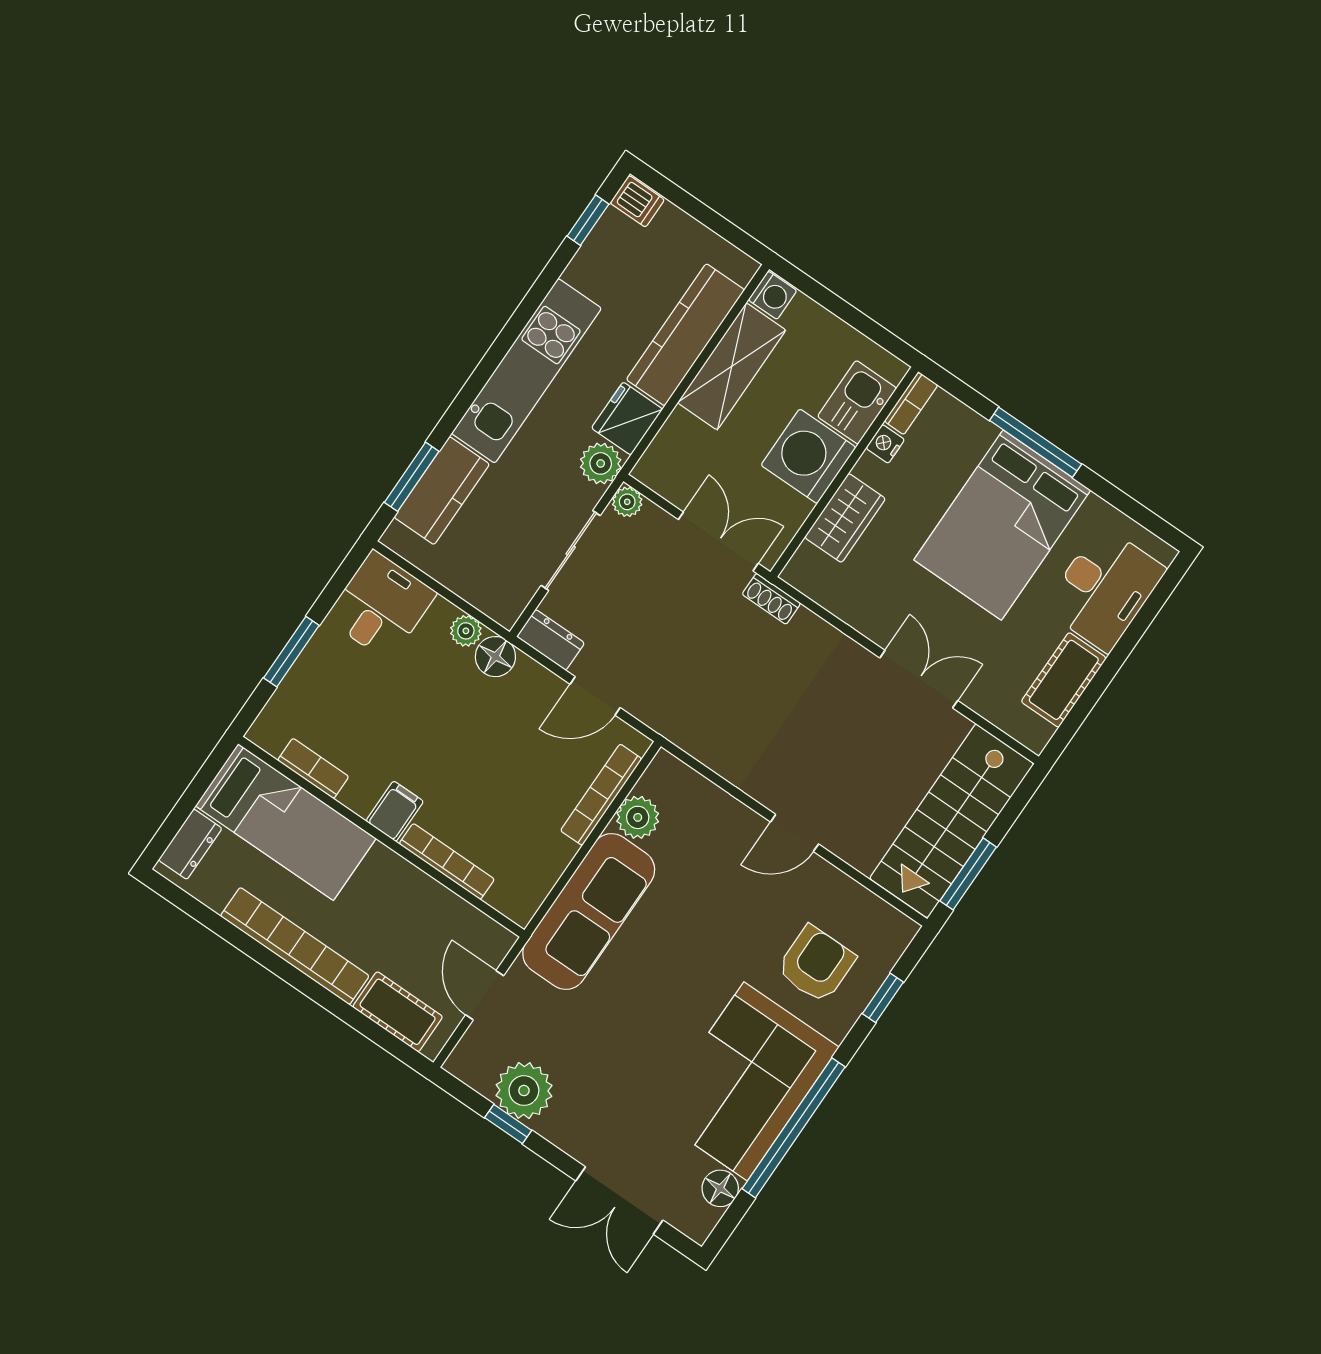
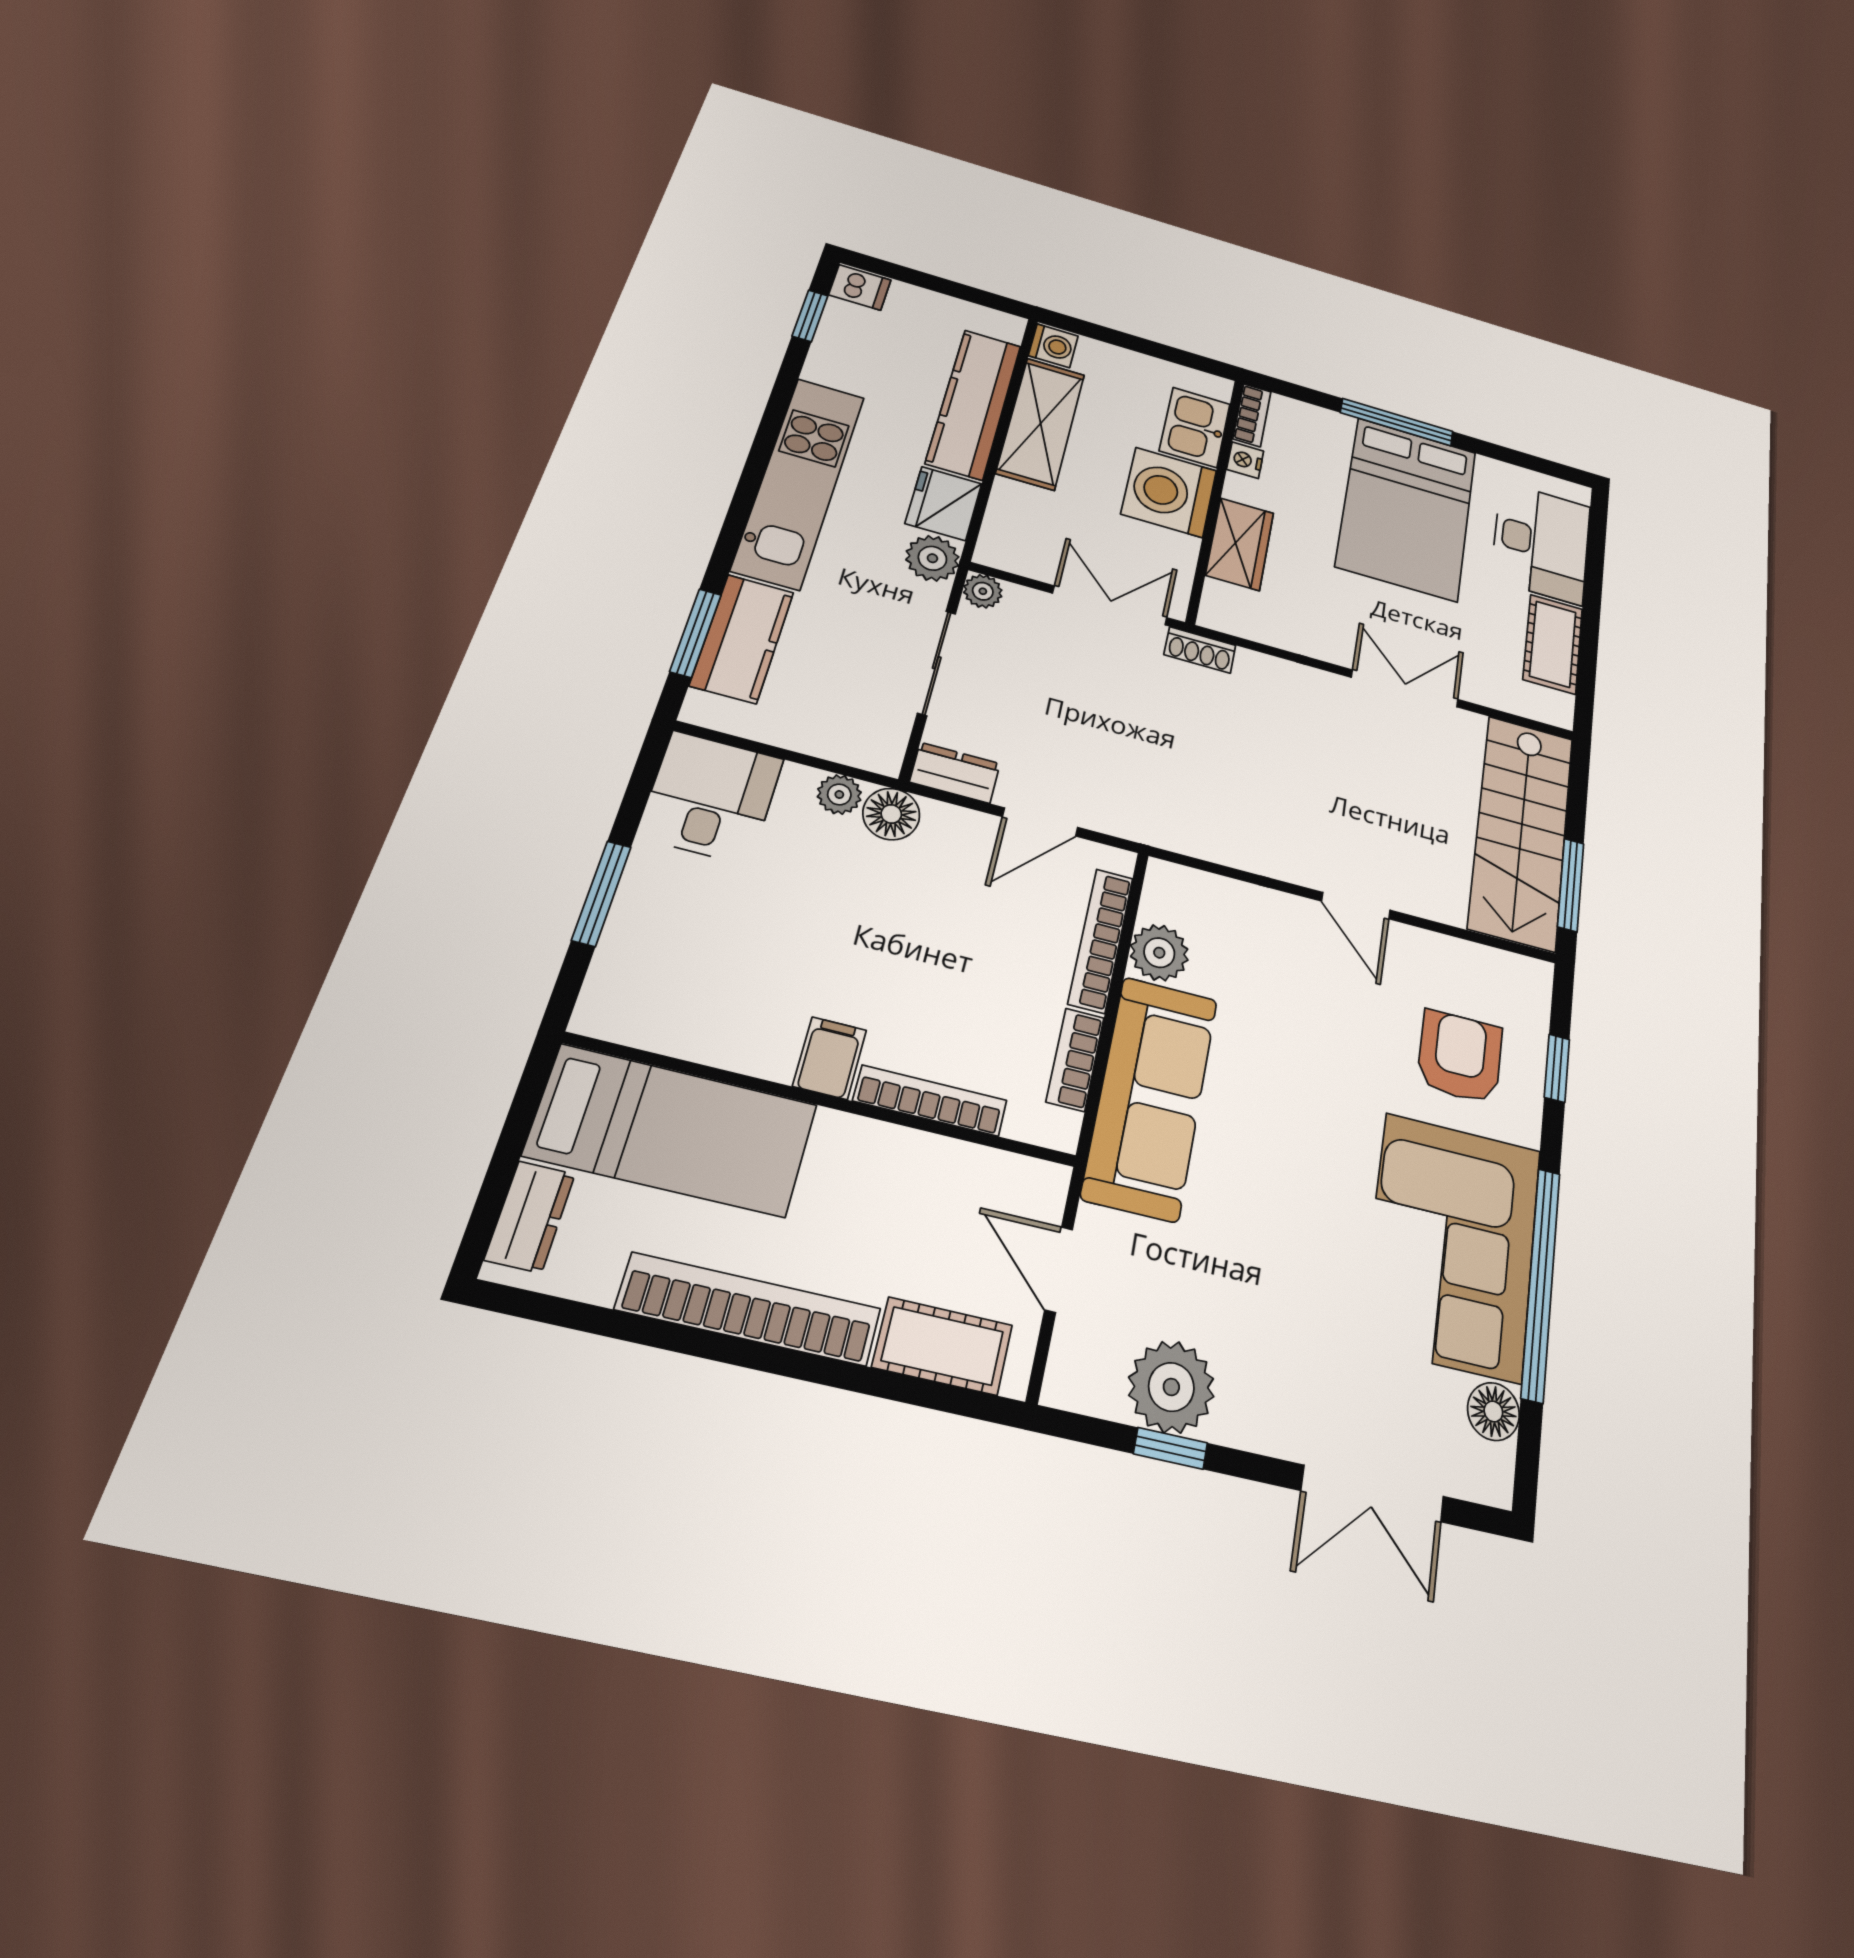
bookcase: (313, 768) -> (1075, 1060), moved, turned -90
door: (795, 833) -> (1356, 906), hinge flipped

